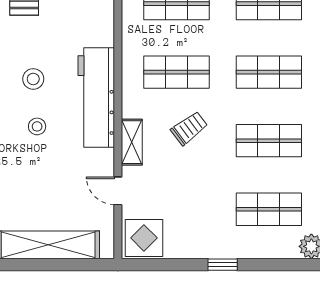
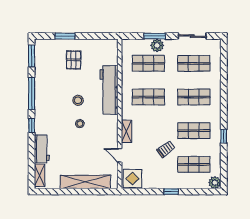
workbench: (96, 97) -> (109, 90), moved
trolley: (189, 128) -> (166, 149), moved

